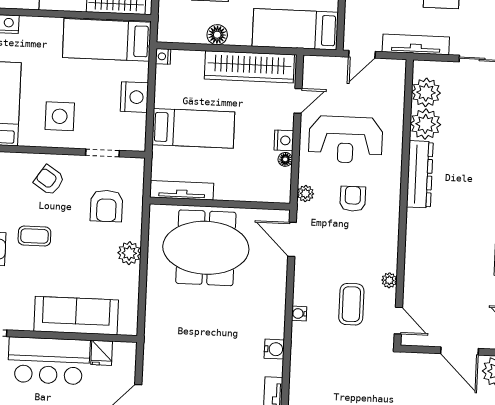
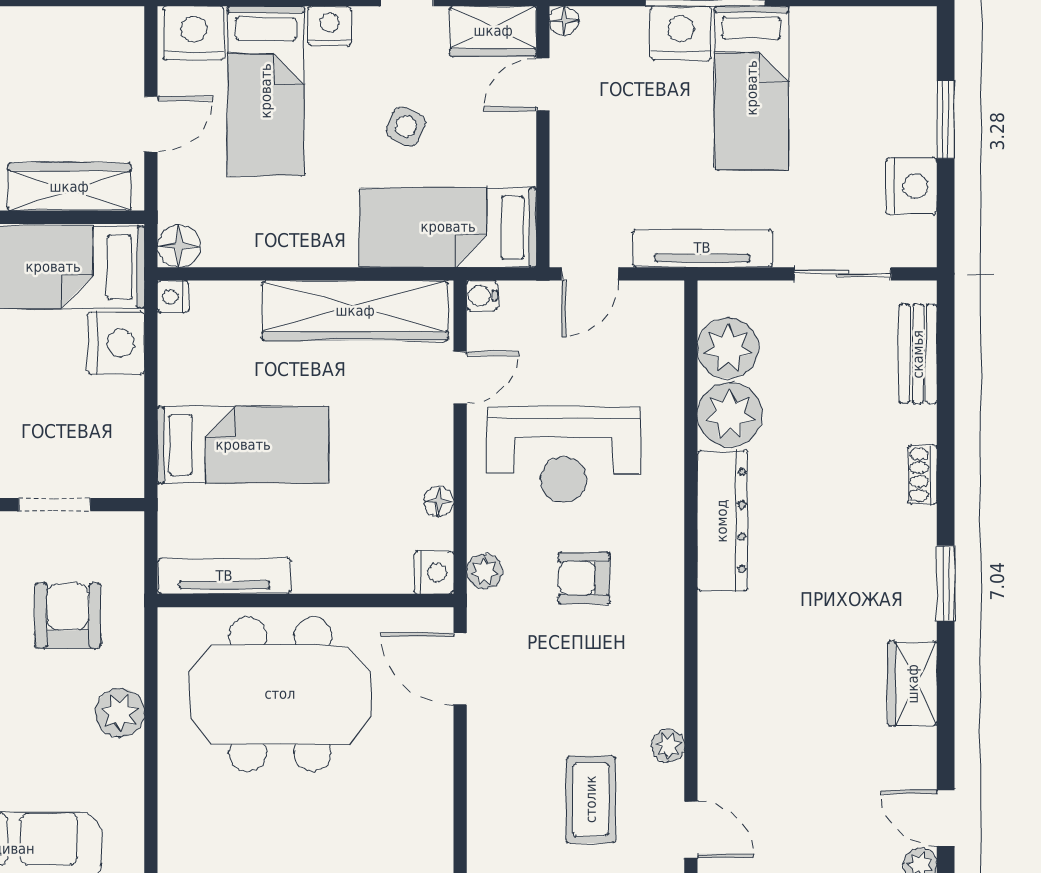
floor lamp: (217, 35) -> (179, 246), moved
nightstand: (134, 97) -> (116, 343), moved
nightstand: (284, 140) -> (434, 573), moved
armchair: (353, 199) -> (584, 578), turned -90
armchair: (107, 206) -> (68, 616), turned 180
water cooler: (299, 314) -> (482, 296), moved

